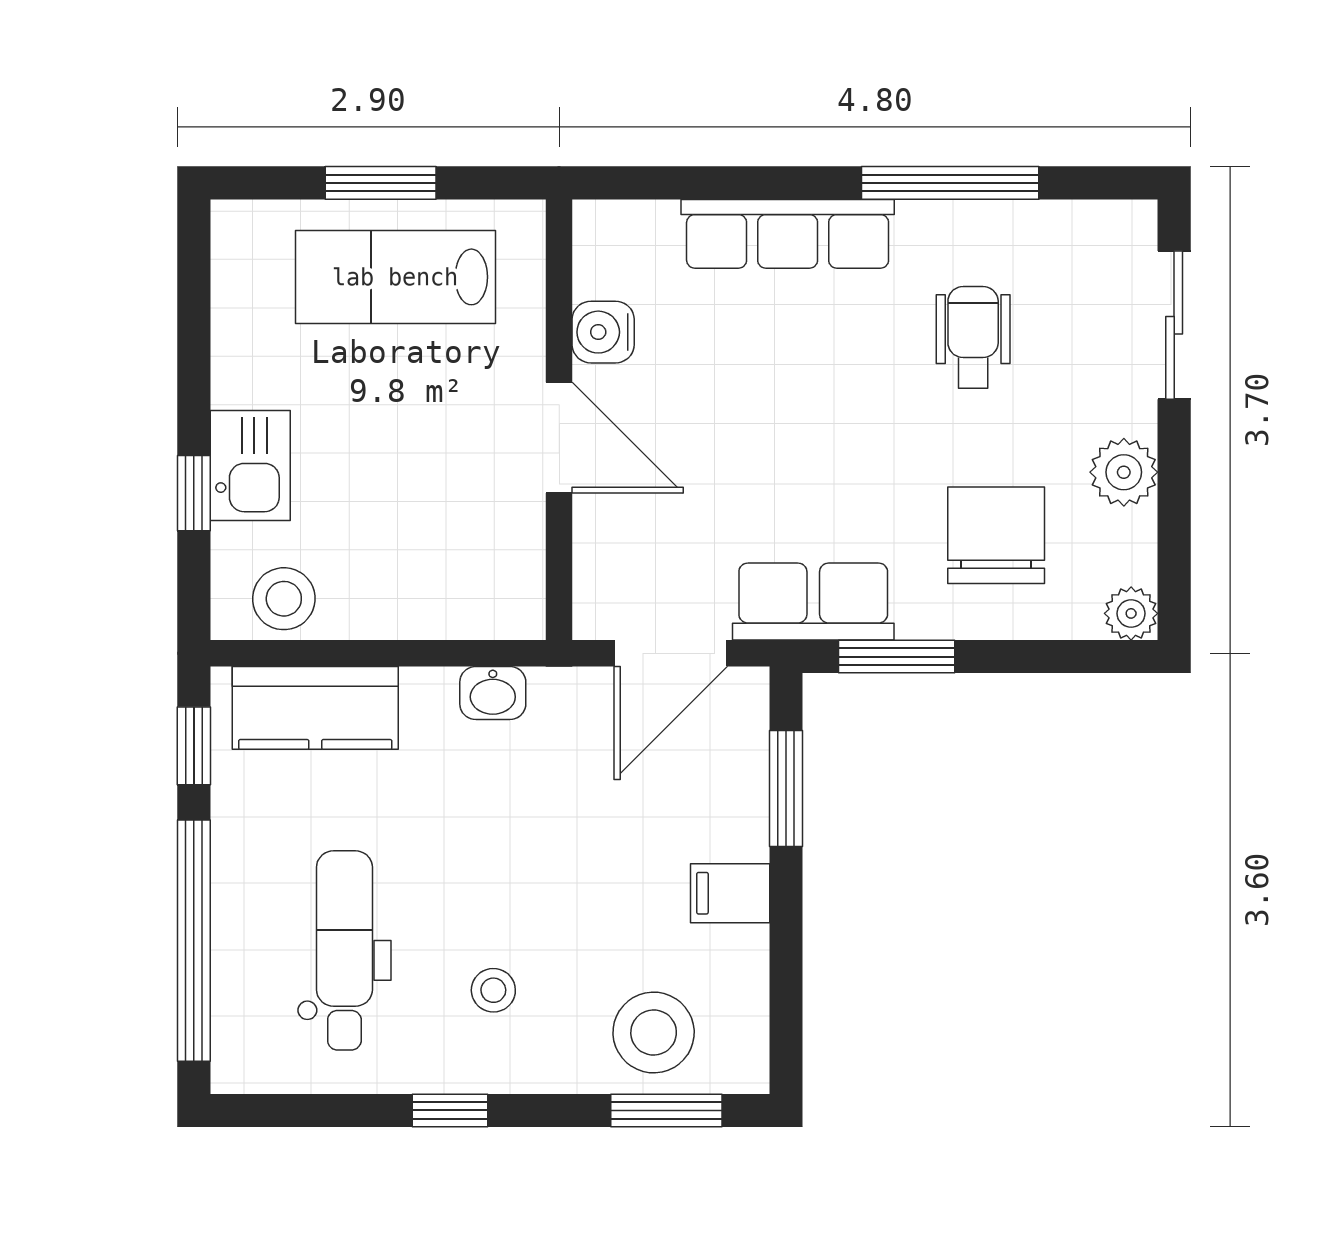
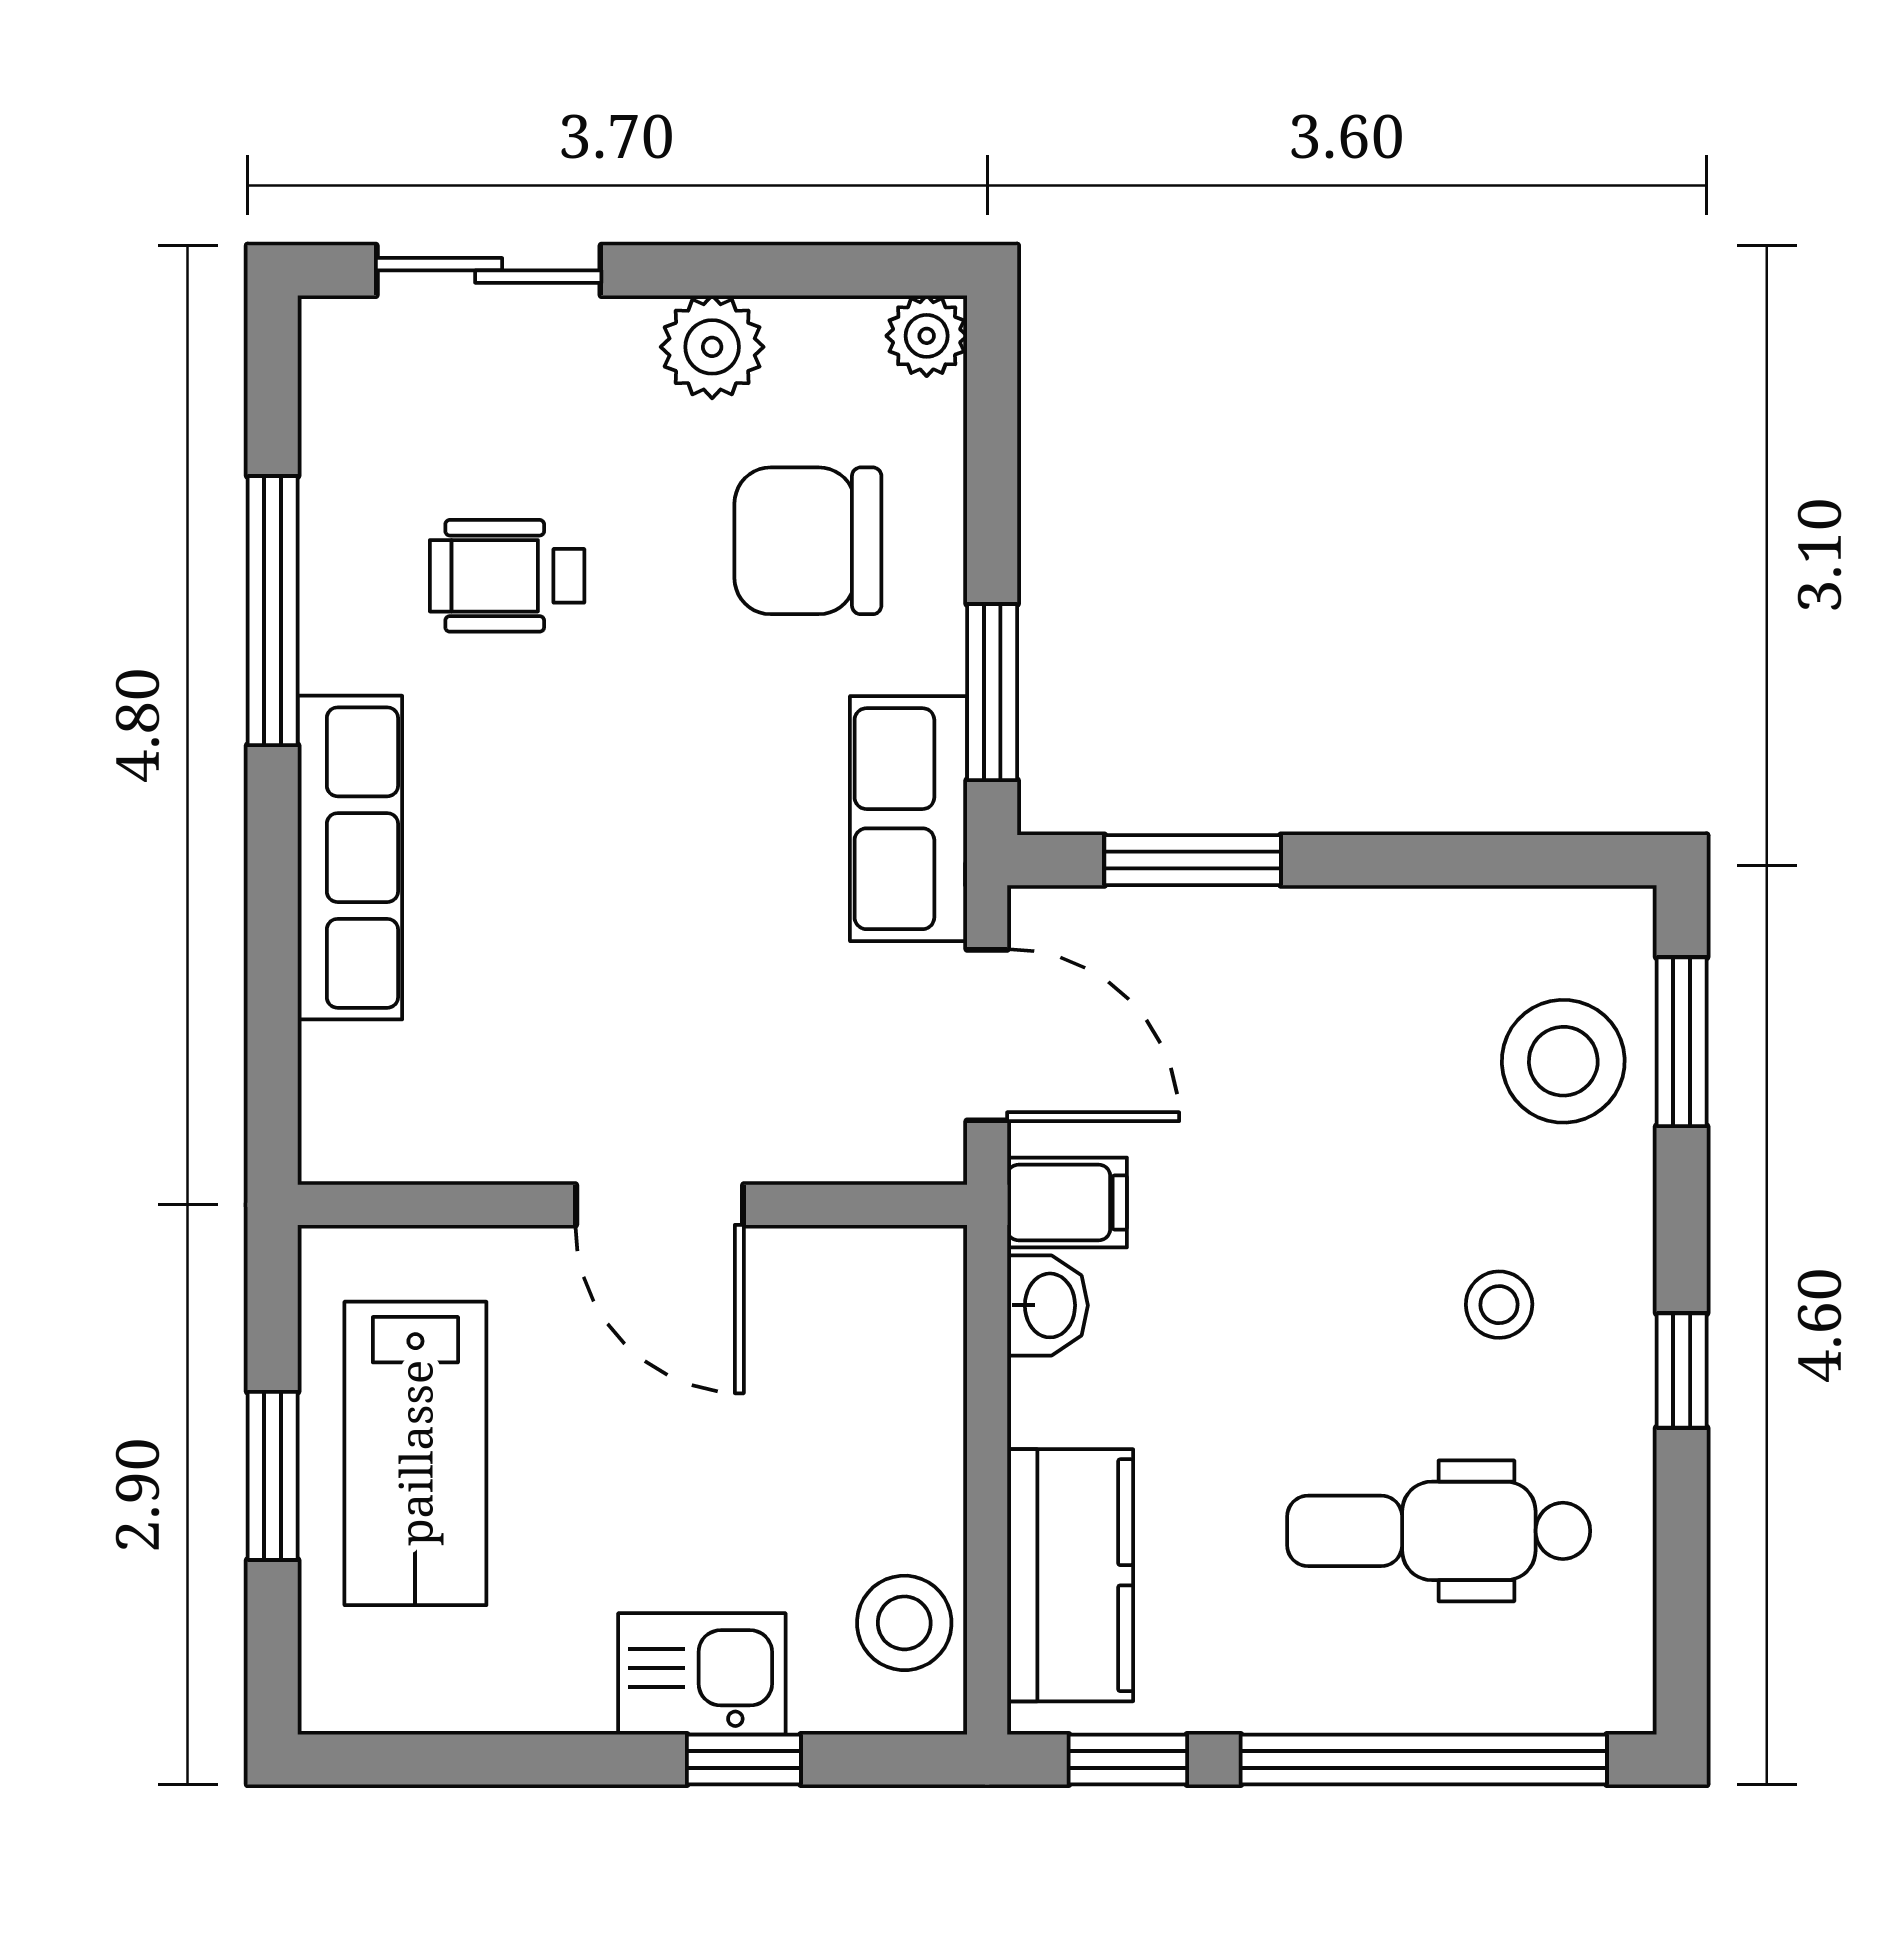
water cooler: (603, 332) -> (499, 1138), removed
door: (559, 438) -> (660, 1205), swing flipped
filing cabinet: (730, 893) -> (1067, 1203), moved, turned -90

